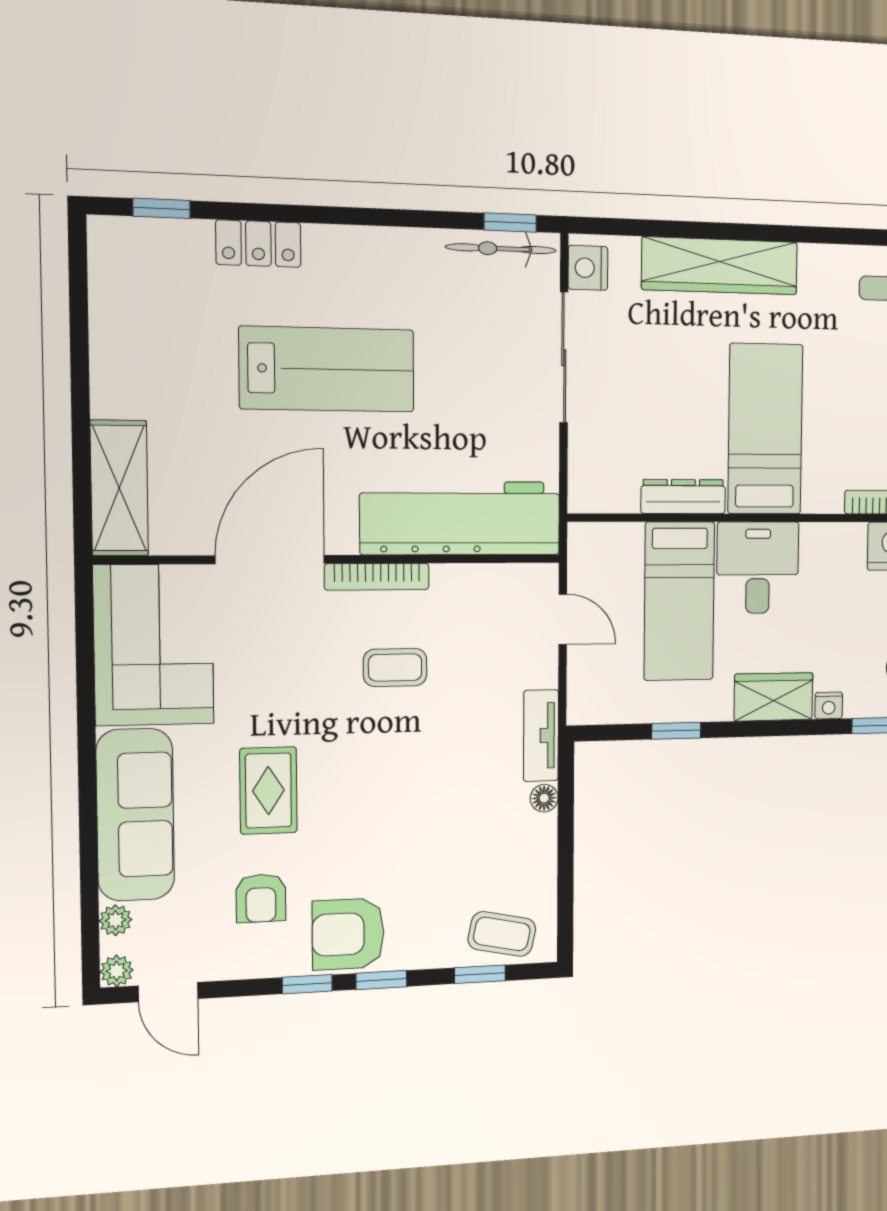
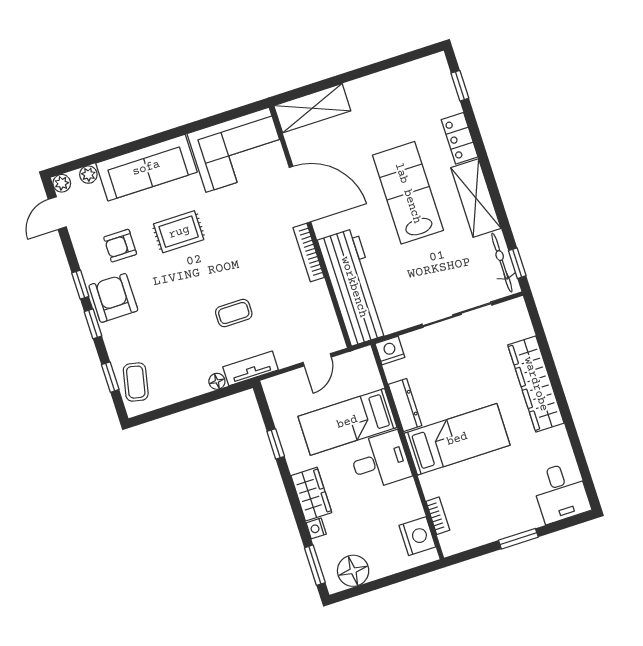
shelving: (375, 253) -> (476, 198), added
nightstand: (588, 268) -> (390, 350), moved
lab bench: (327, 369) -> (408, 193), turned 180
coffee table: (395, 667) -> (234, 313), moved, turned 90

